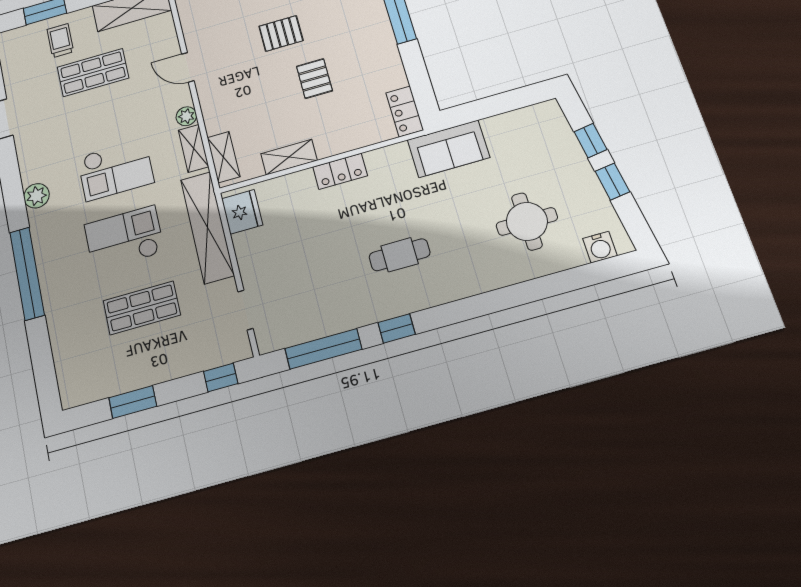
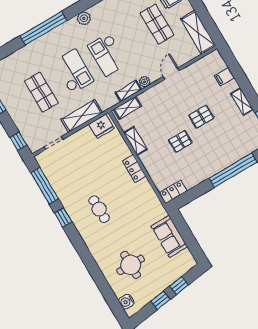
pallet: (281, 33) -> (201, 117), turned 90
sofa: (449, 149) -> (169, 236), moved
shelving: (207, 227) -> (82, 116), width x0.68

